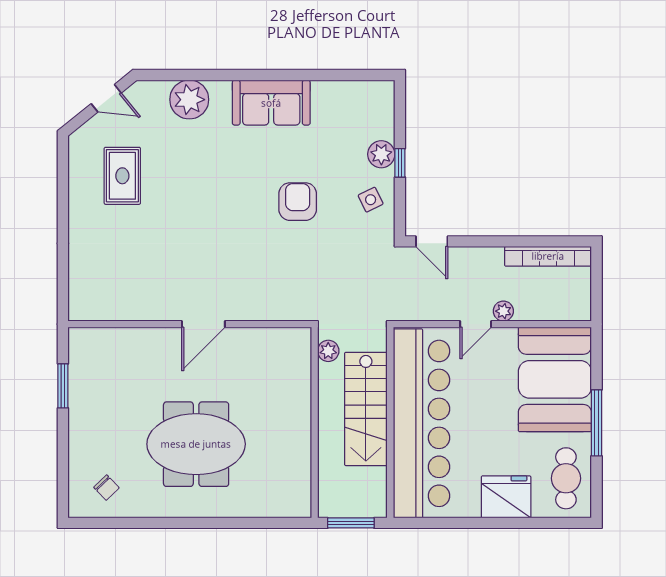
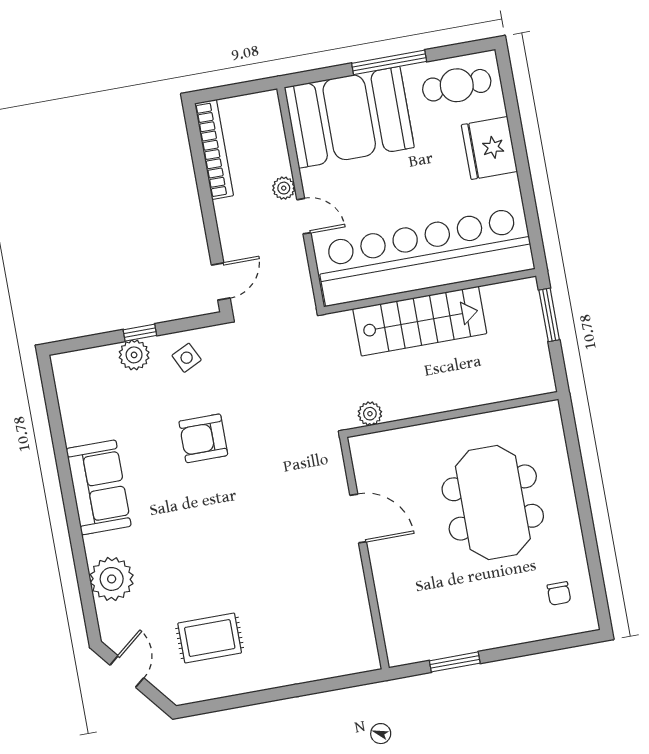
plant: (328, 351) -> (370, 414), moved
wall: (315, 423) -> (452, 415), moved
chair: (106, 488) -> (559, 593), turned 134

